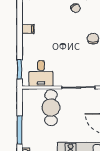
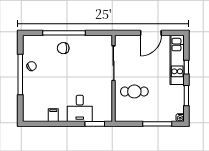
desk: (41, 73) -> (80, 108), moved, turned 90
cafe table: (51, 108) -> (134, 91), width x0.73, depth x0.74

